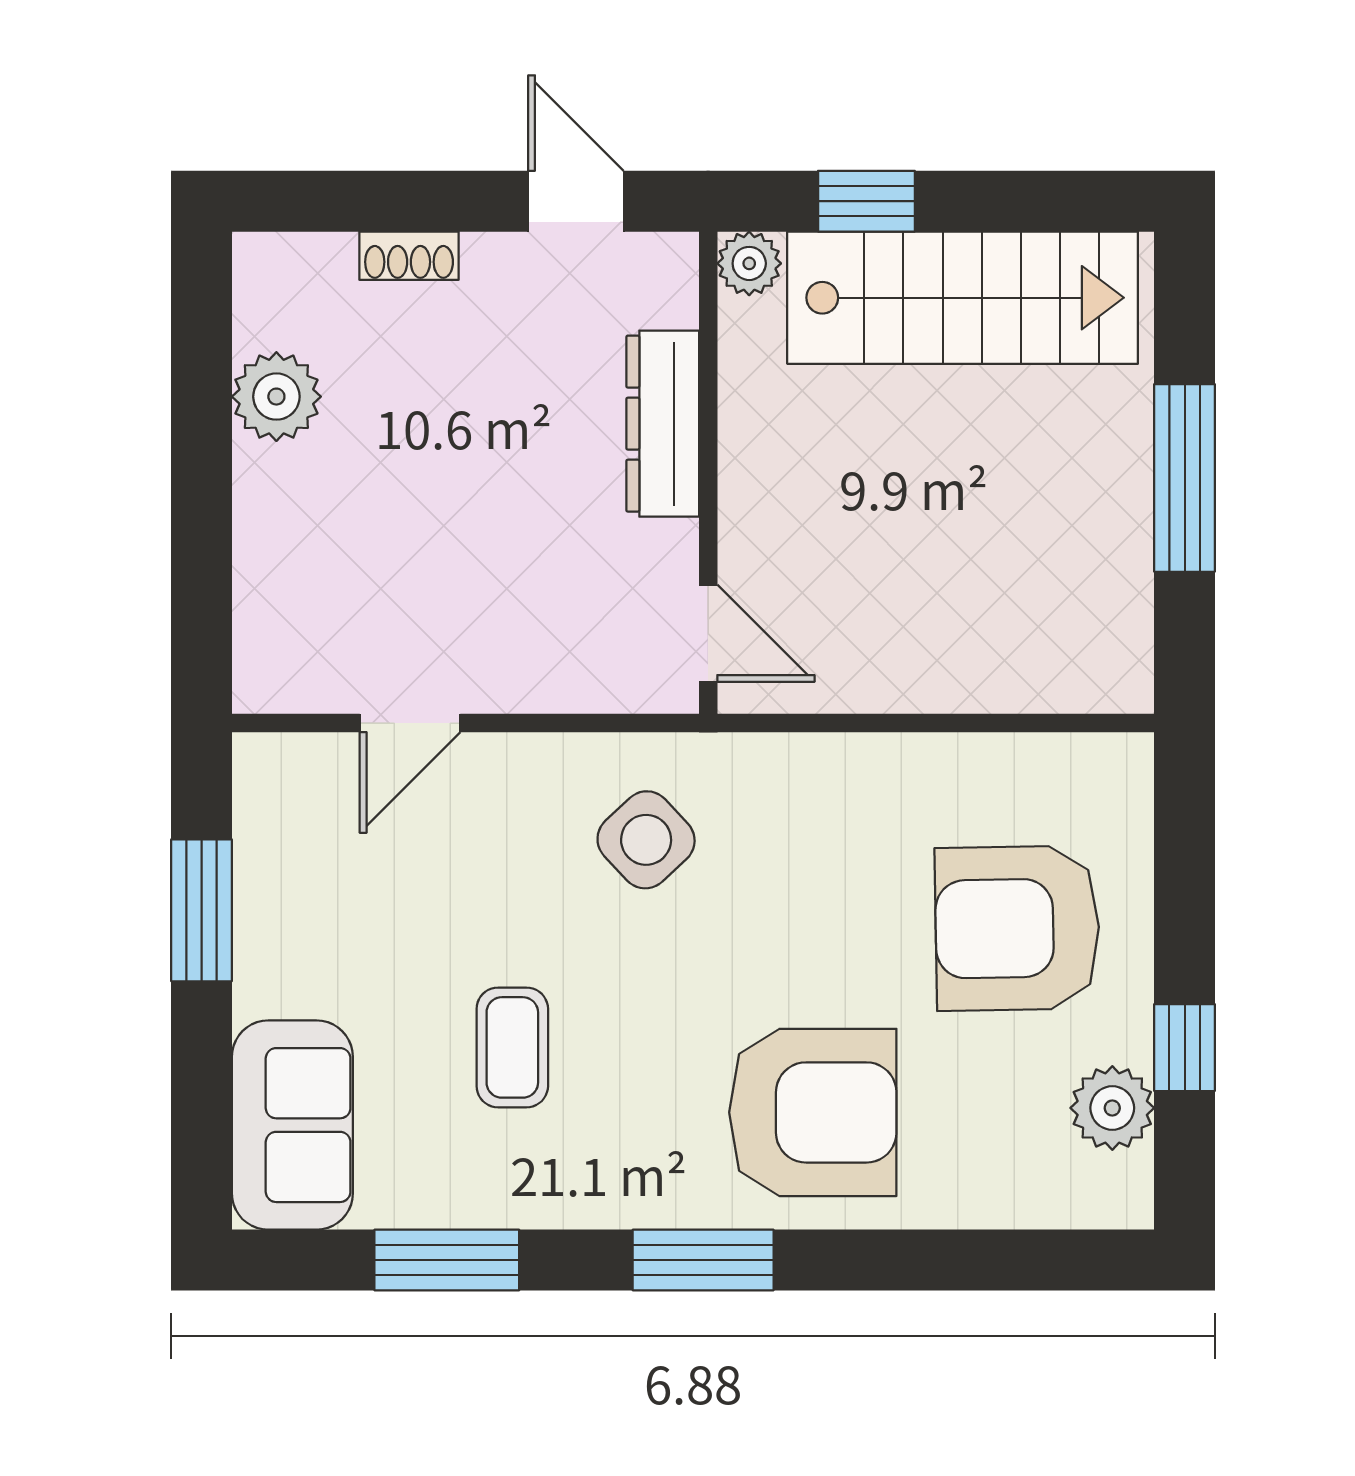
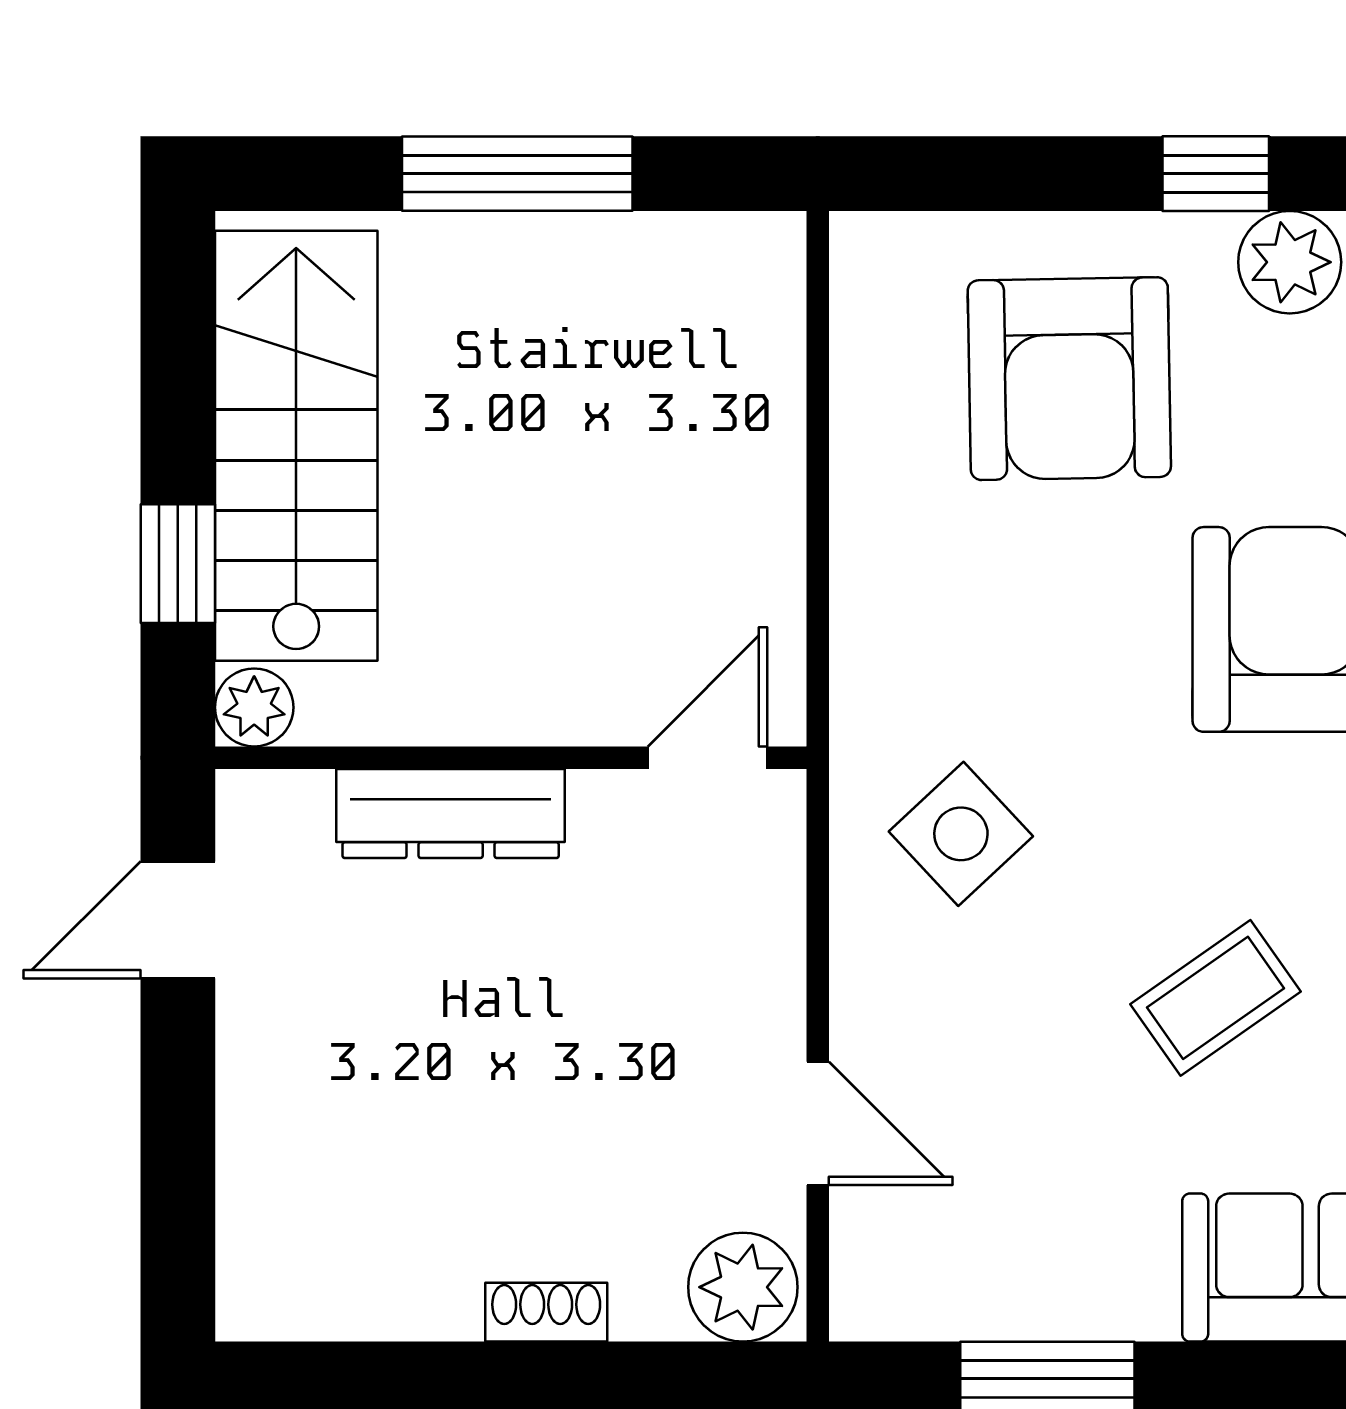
shoe rack: (409, 256) -> (546, 1312), moved, turned -90
plant: (276, 397) -> (743, 1287), moved
coffee table: (512, 1047) -> (1215, 998), turned -35

